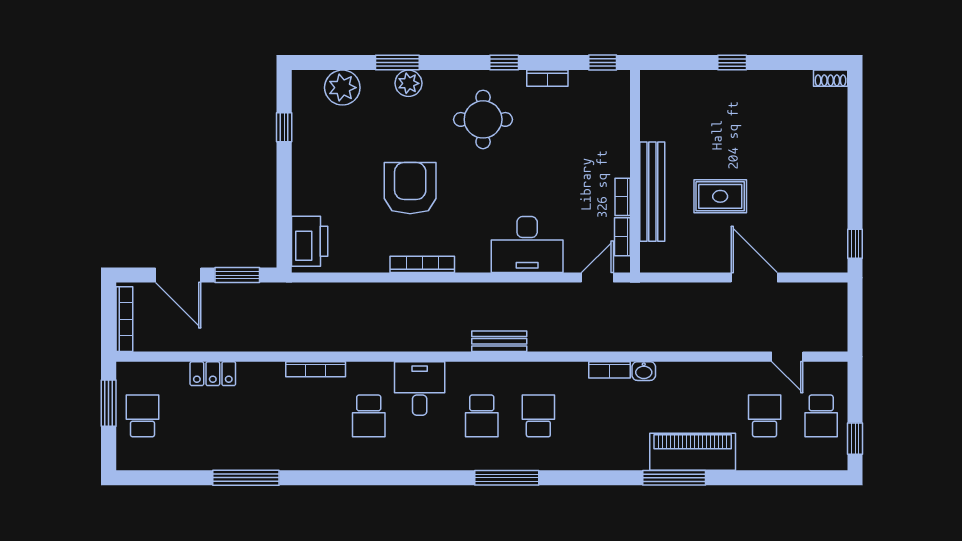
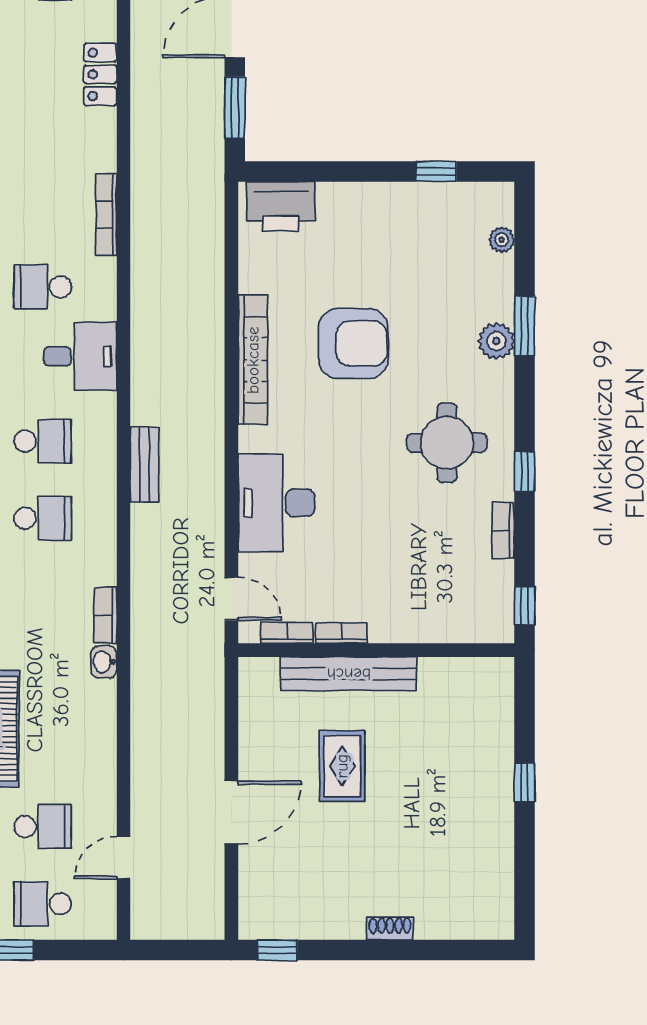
shoe rack: (831, 78) -> (390, 929), moved, turned 90
plant: (342, 88) -> (502, 240), width x0.53, depth x0.53
bookcase: (422, 264) -> (253, 360), width x1.48, depth x1.31
school desk: (482, 416) -> (43, 441), turned 180

